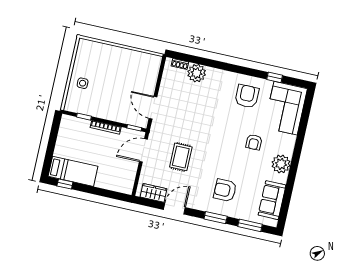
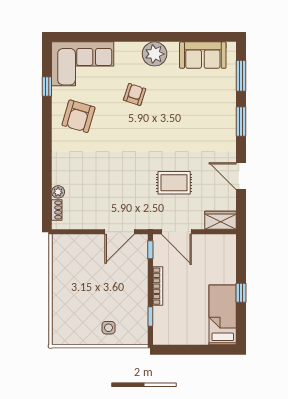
plant: (197, 73) -> (58, 192), width x0.53, depth x0.53
armchair: (247, 96) -> (78, 116), turned -74
armchair: (254, 142) -> (135, 94), turned -72
window: (65, 184) -> (241, 293), moved
armchair: (225, 190) -> (204, 117), removed
wardrobe: (154, 193) -> (221, 220), moved, turned 90

